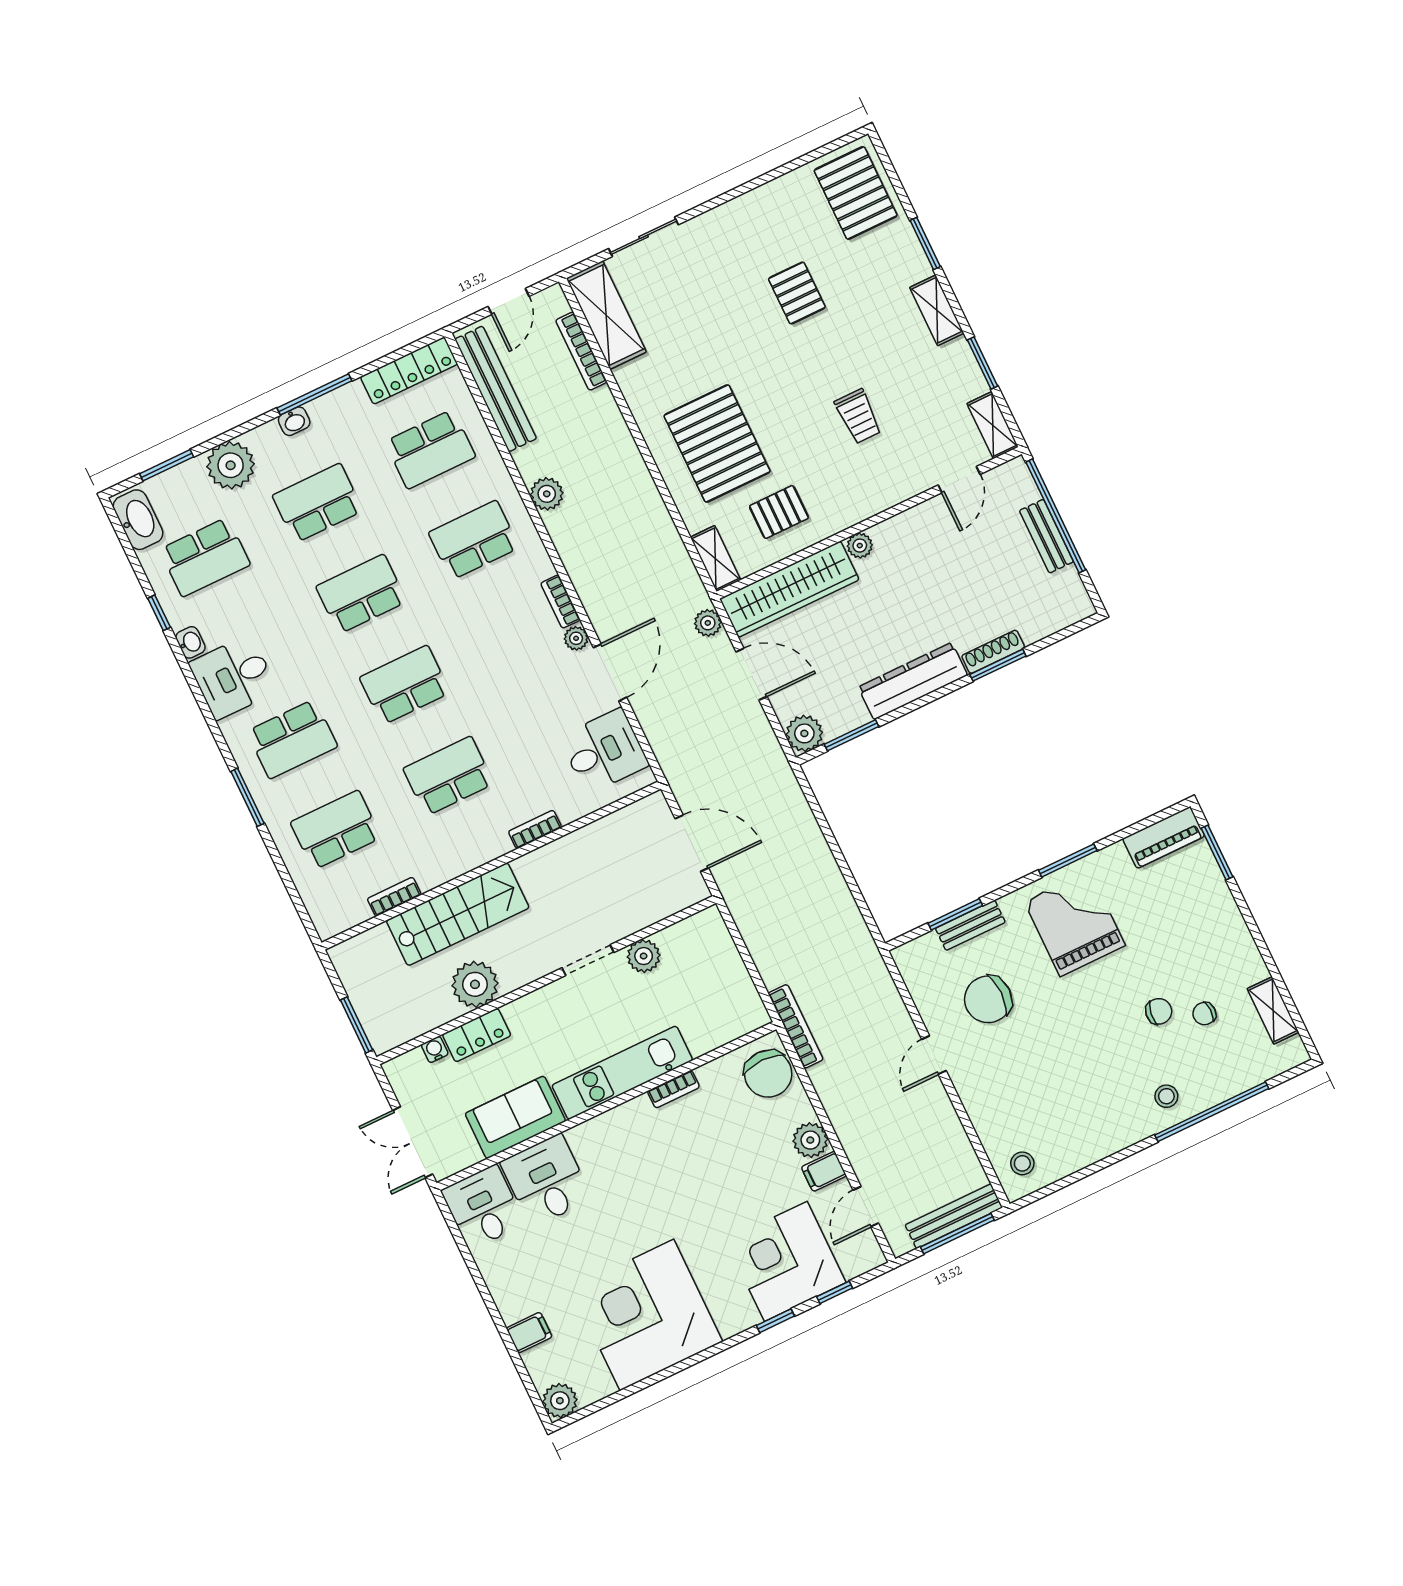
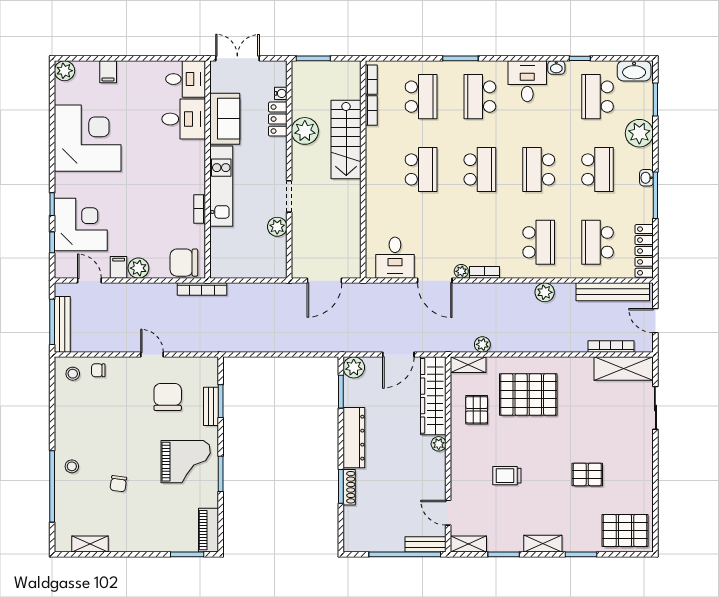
bench: (1046, 536) -> (426, 544), moved
school desk: (361, 594) -> (539, 169), turned 180
plant: (708, 623) -> (482, 344), moved
bookcase: (535, 829) -> (371, 80), moved
chair: (1204, 1014) -> (98, 370), moved, turned -90

